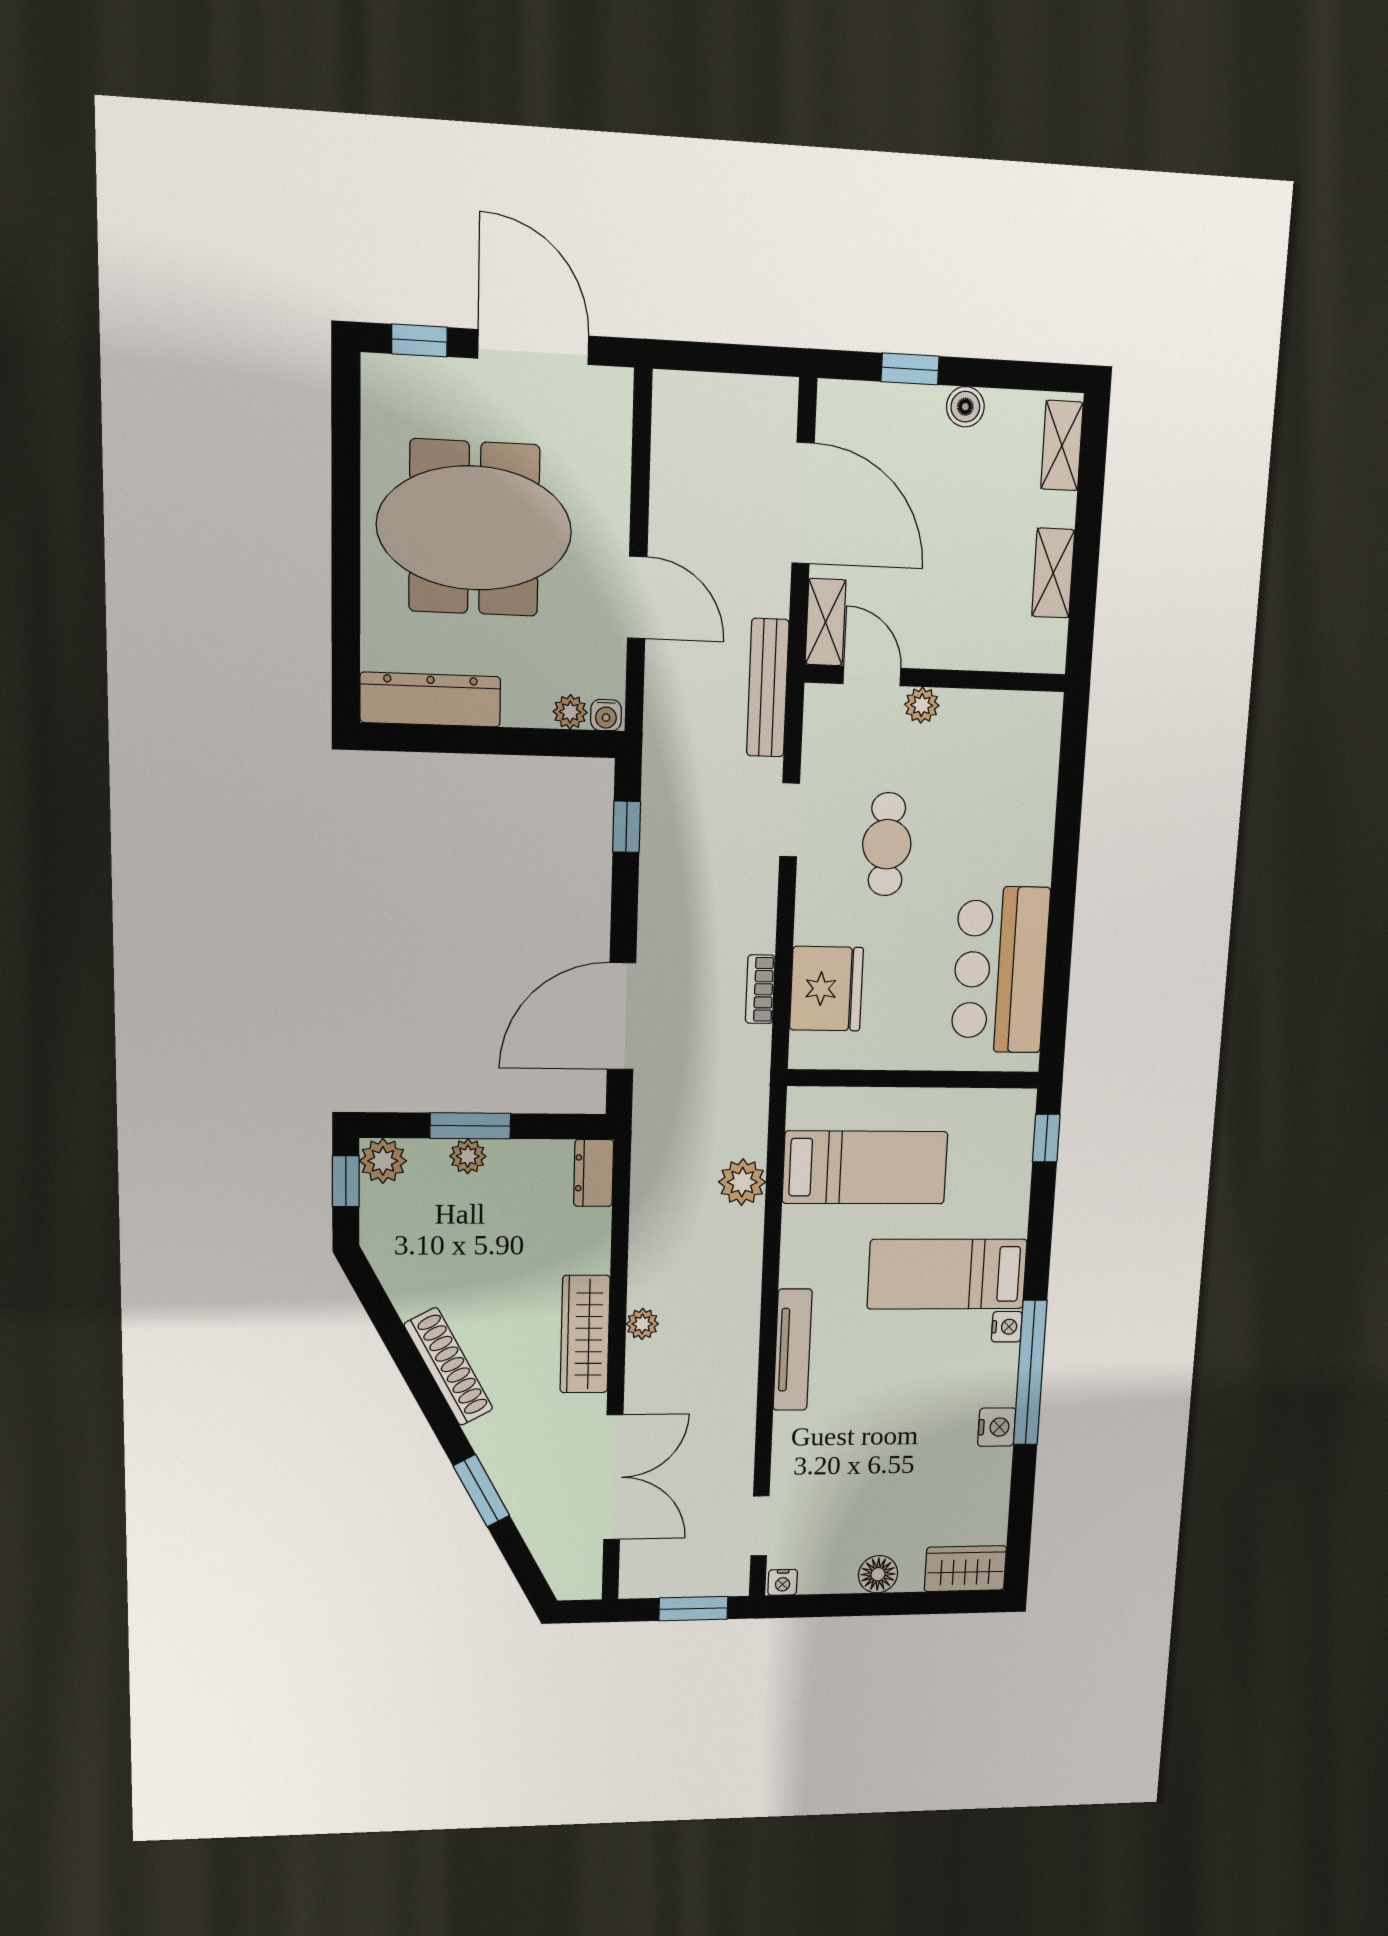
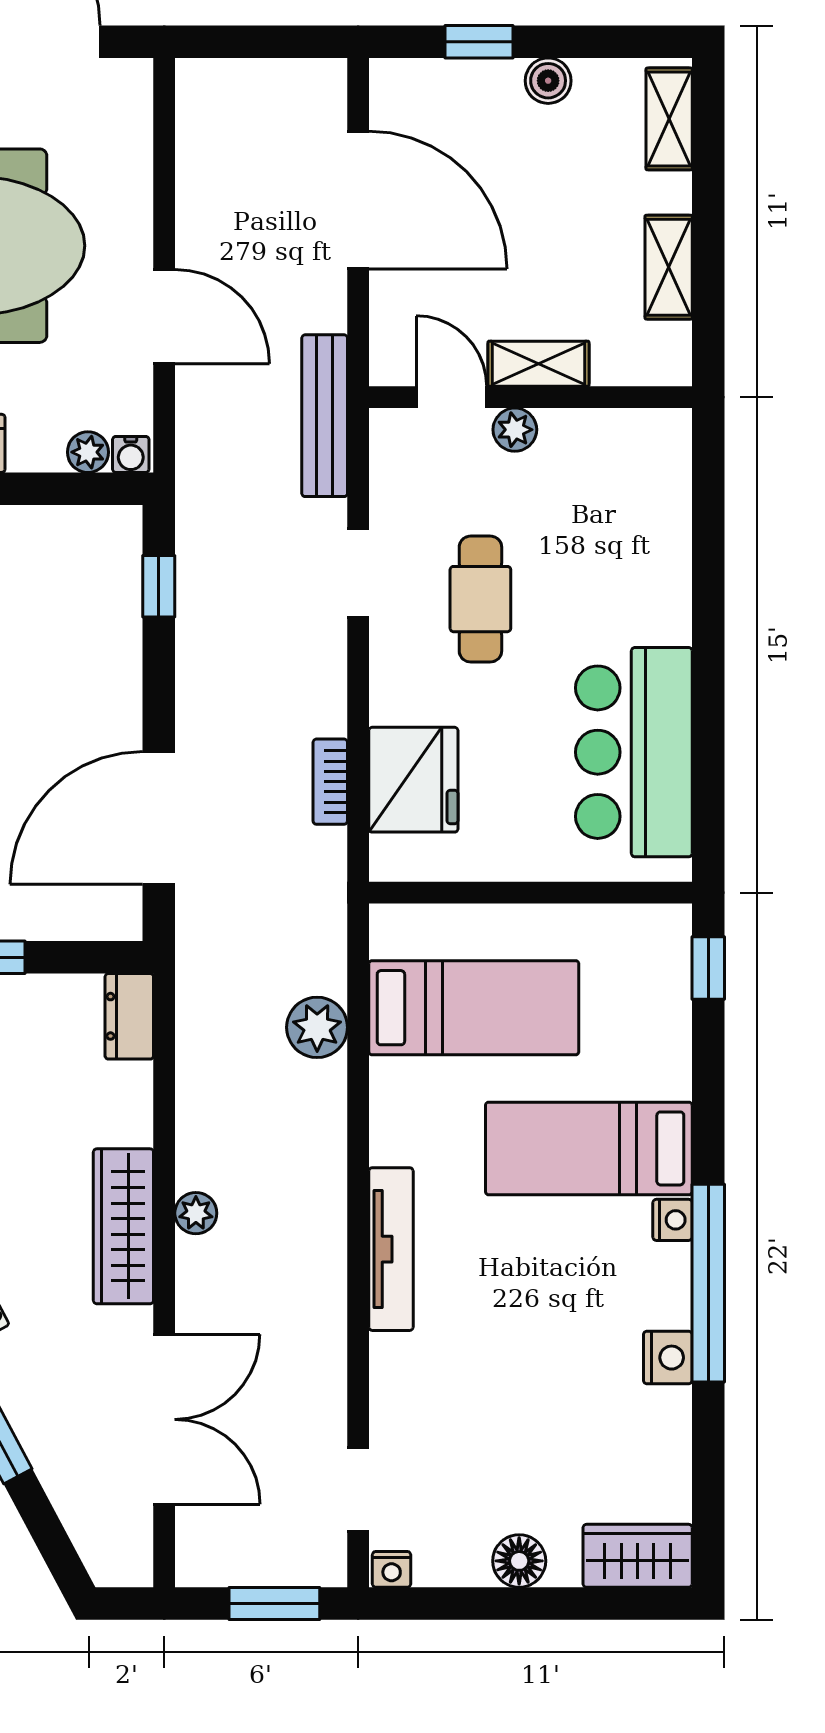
shelving: (826, 622) -> (538, 364), moved, turned 90

